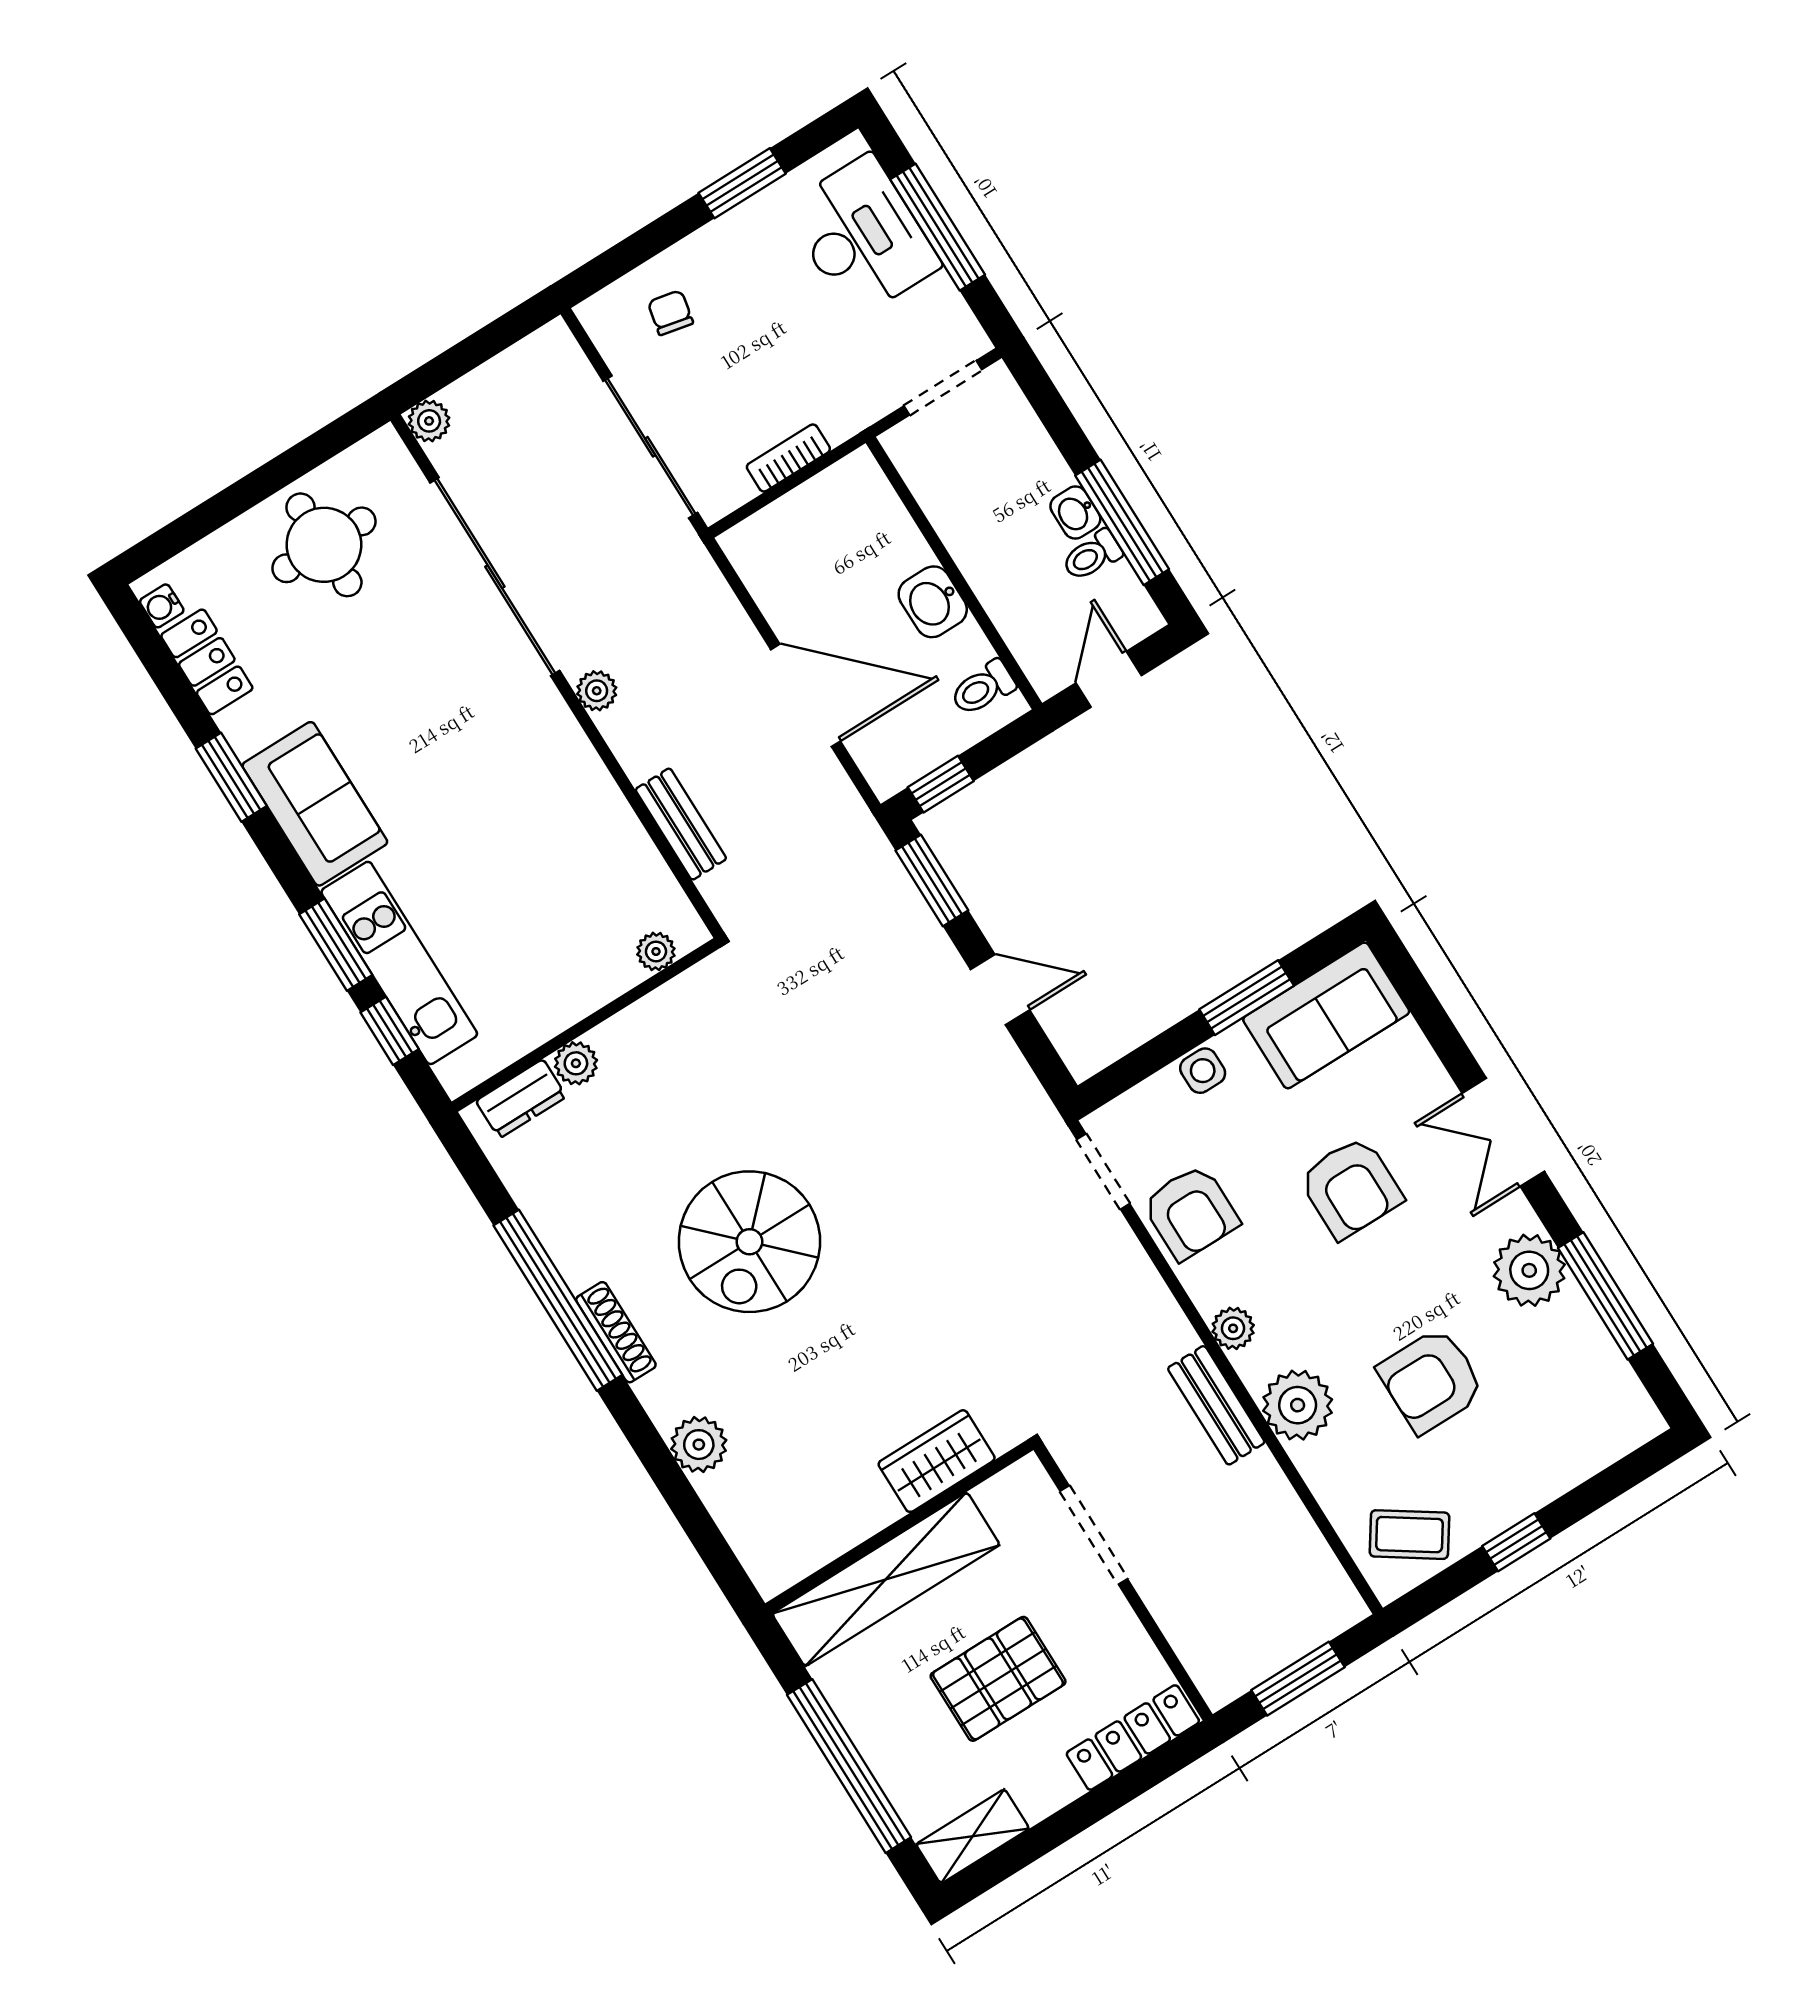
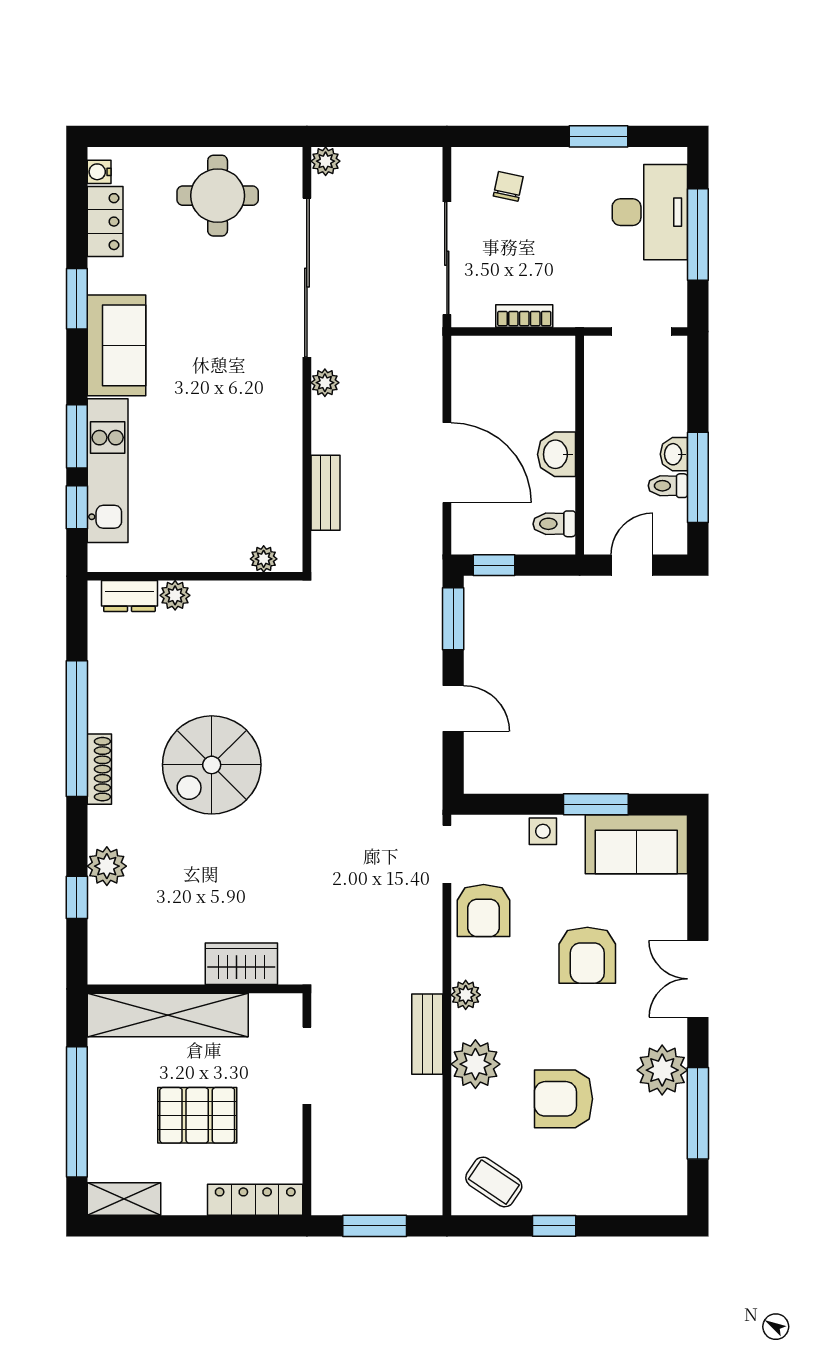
window: (686, 1505) -> (77, 897), added

